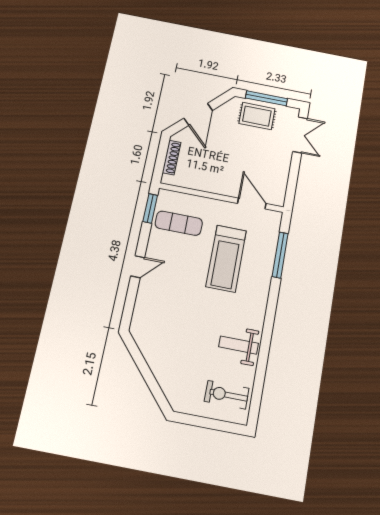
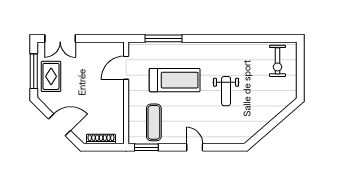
double door: (300, 135) -> (60, 38), swing flipped
weight bench: (239, 345) -> (226, 91), moved

